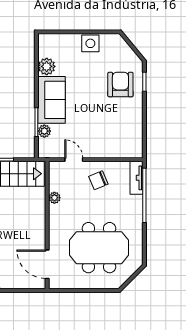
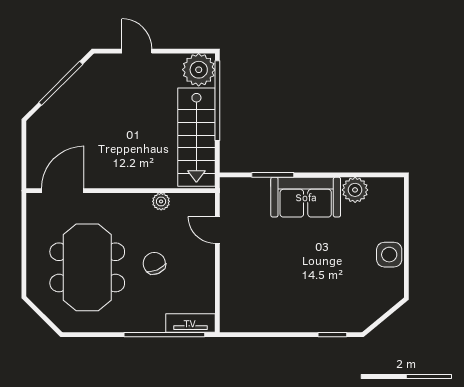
armchair: (120, 85) -> (328, 299), removed
plant: (44, 131) -> (260, 187), removed
door: (74, 160) -> (217, 230), swing flipped
chair: (98, 180) -> (154, 263), moved

